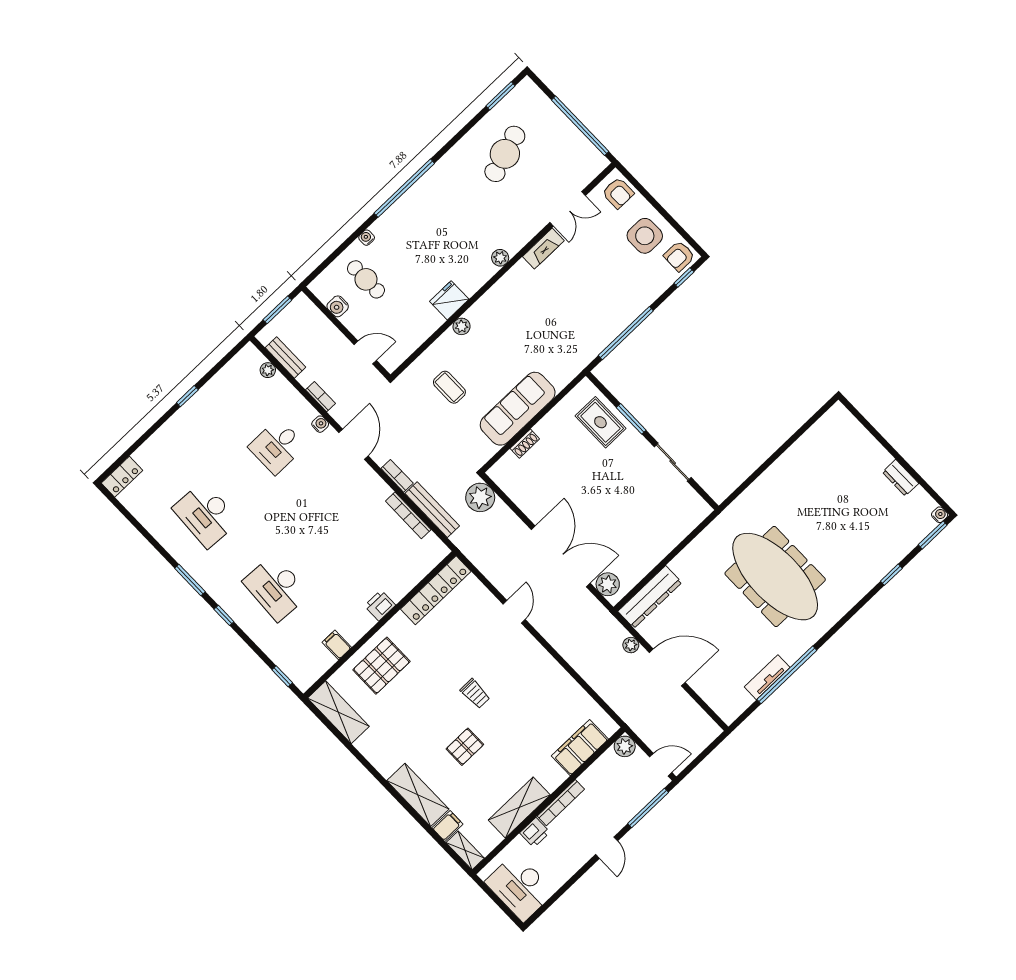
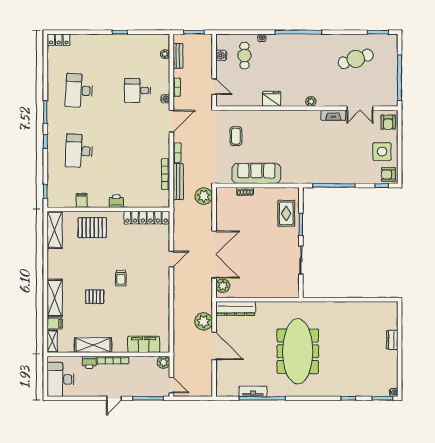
plant: (462, 326) -> (266, 115), removed
dresser: (900, 478) -> (392, 340), moved
plant: (631, 645) -> (204, 321), width x1.88, depth x1.88

